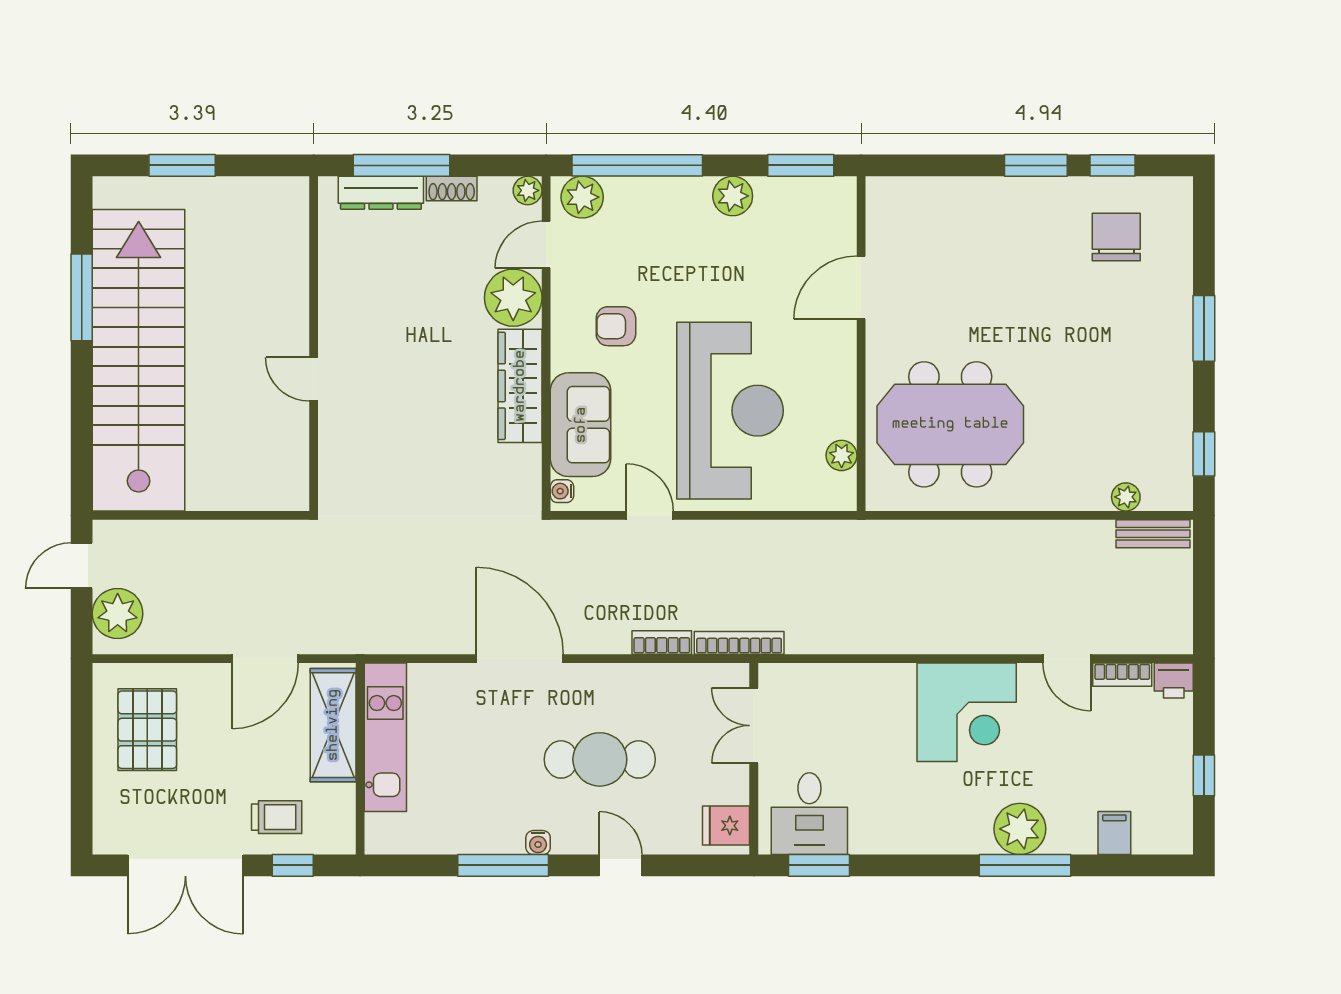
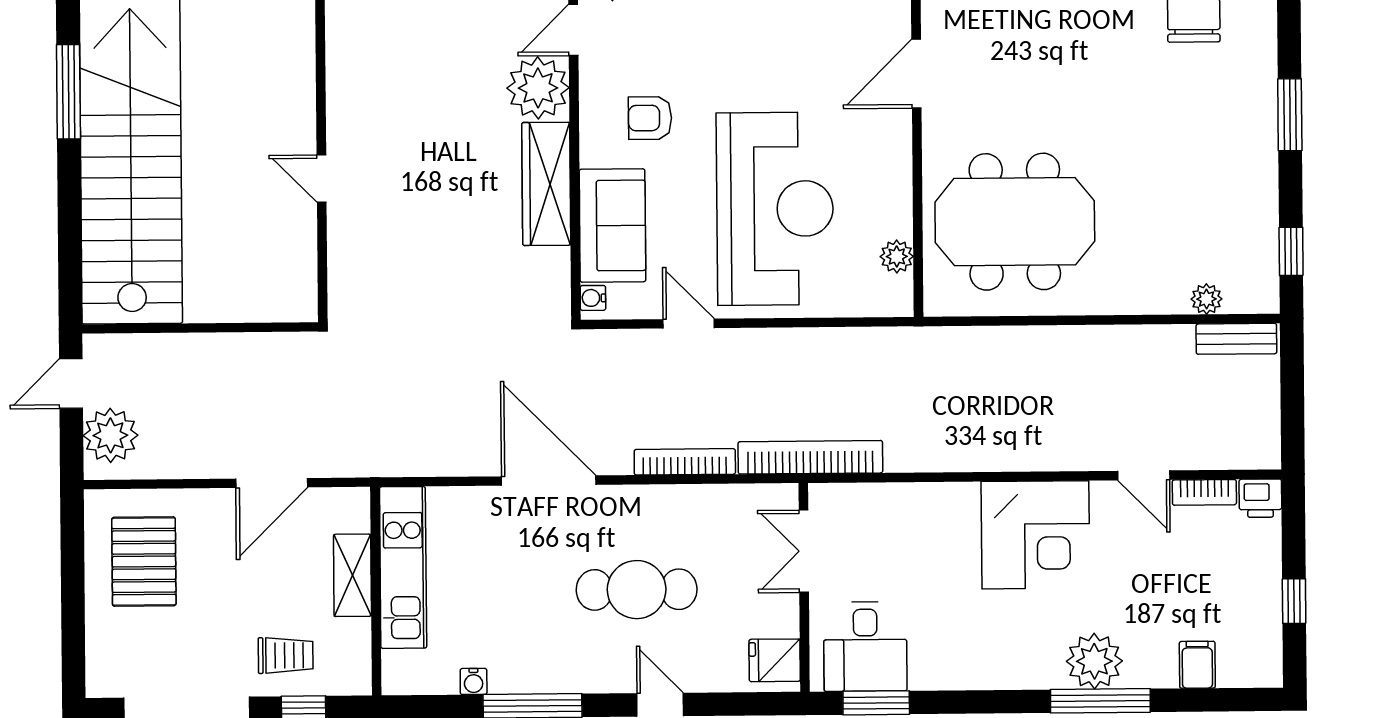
bookcase: (662, 642) -> (685, 462), width x1.56
bookcase: (739, 643) -> (810, 457), width x1.48, depth x1.31
shelving: (333, 725) -> (352, 575), width x0.67, depth x0.75
water cooler: (538, 843) -> (474, 681), moved

